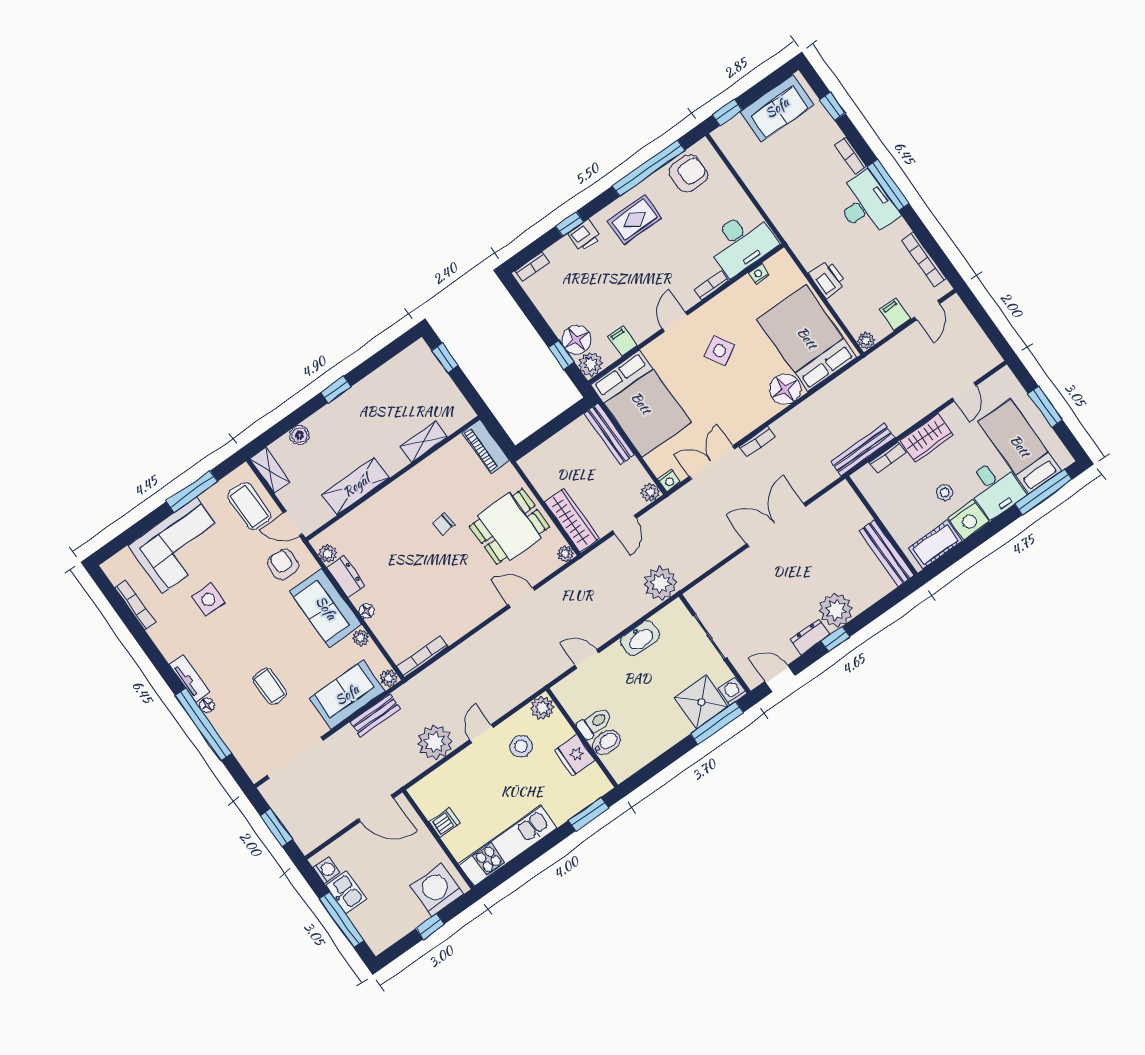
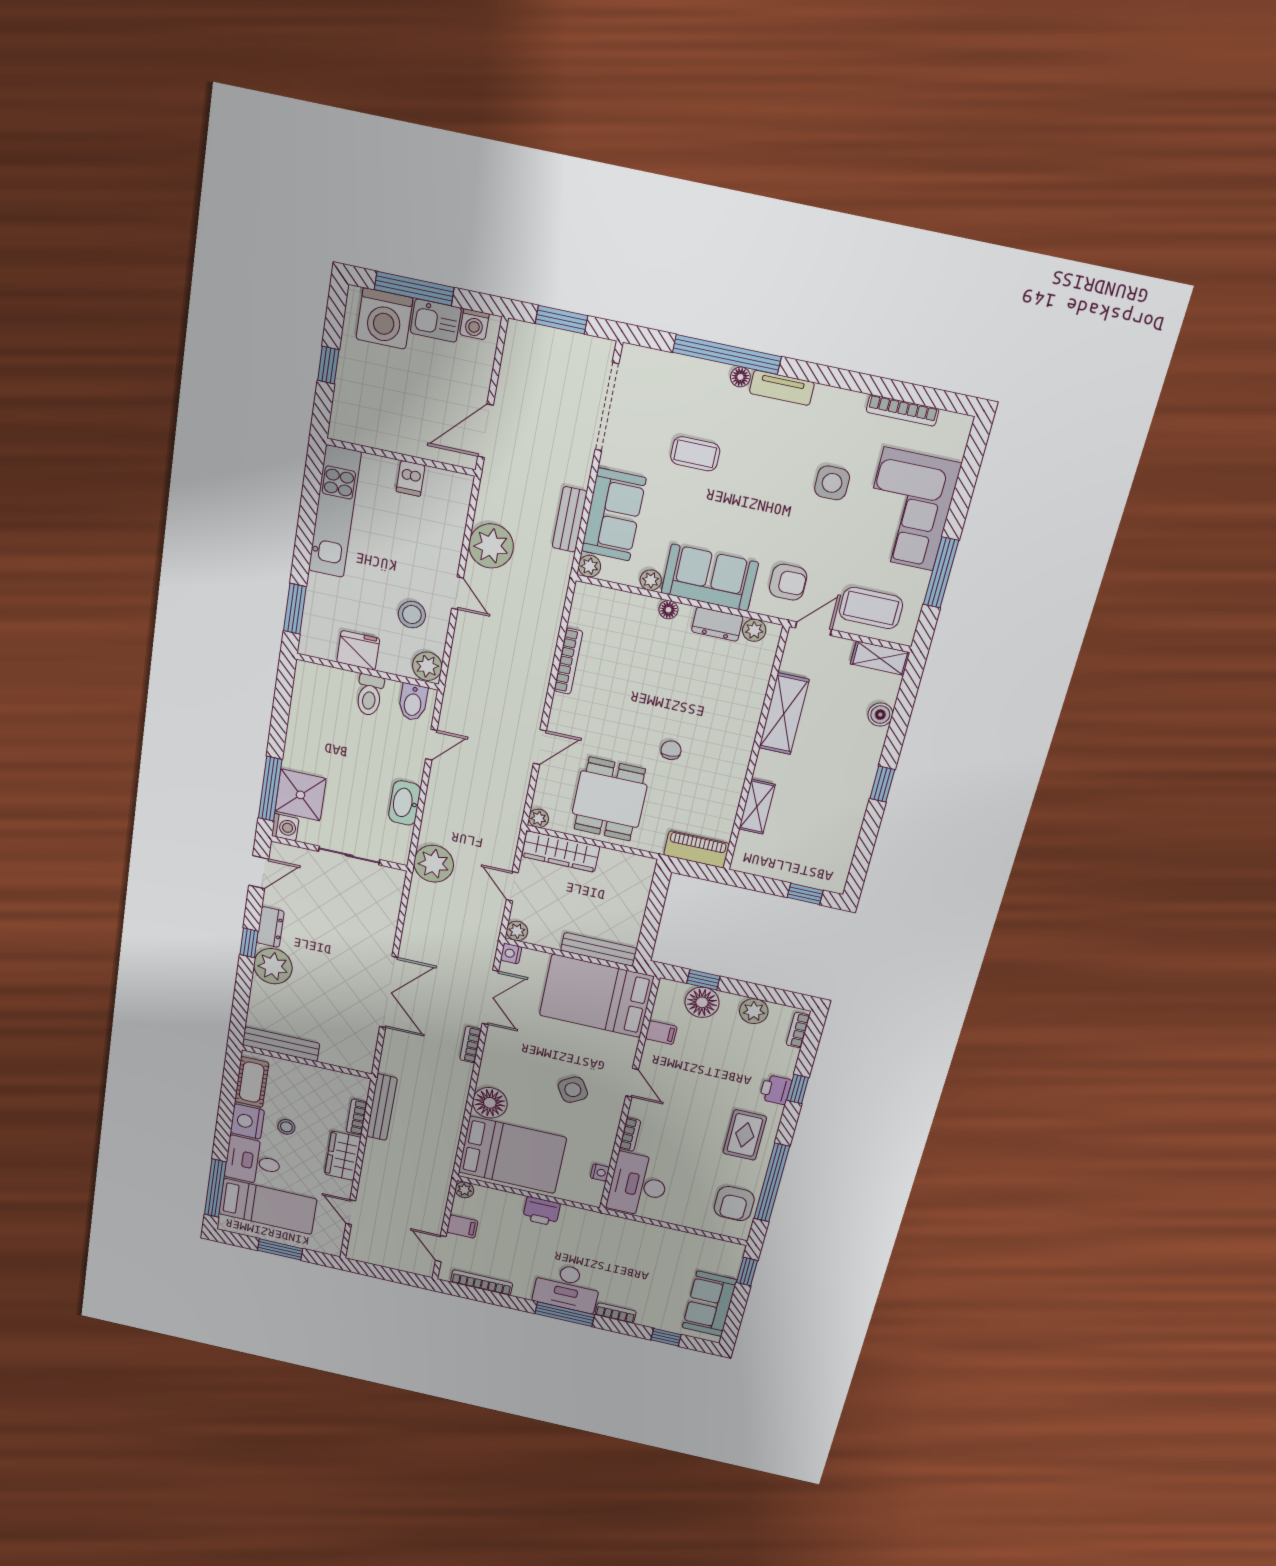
plant: (591, 364) -> (754, 1011), moved
bookcase: (423, 656) -> (568, 661), moved
bidet: (606, 742) -> (413, 702), moved
washing machine: (437, 890) -> (384, 319), moved, turned 90

